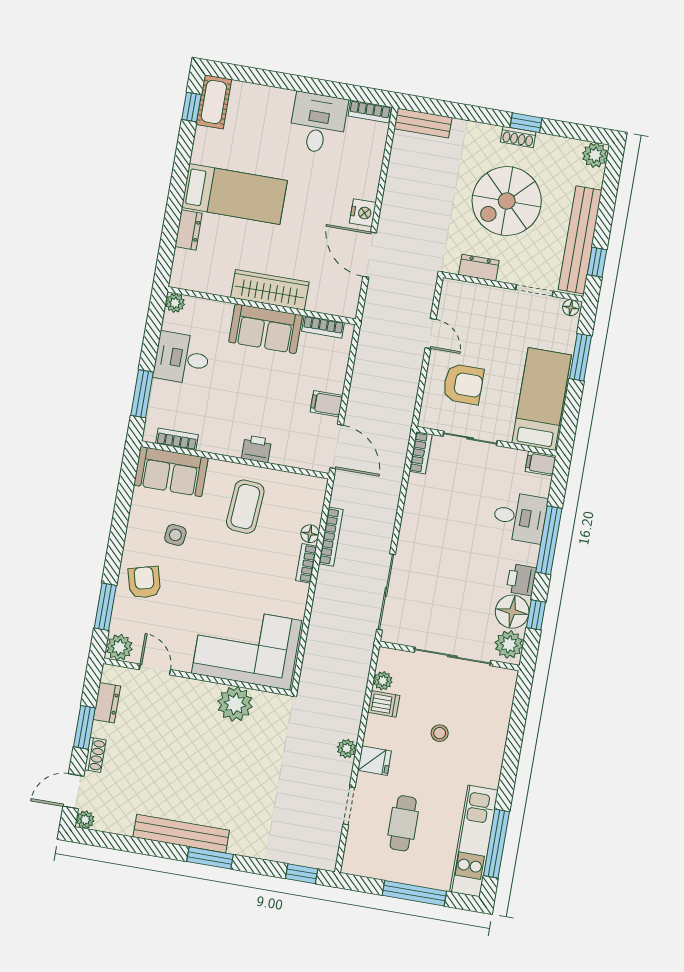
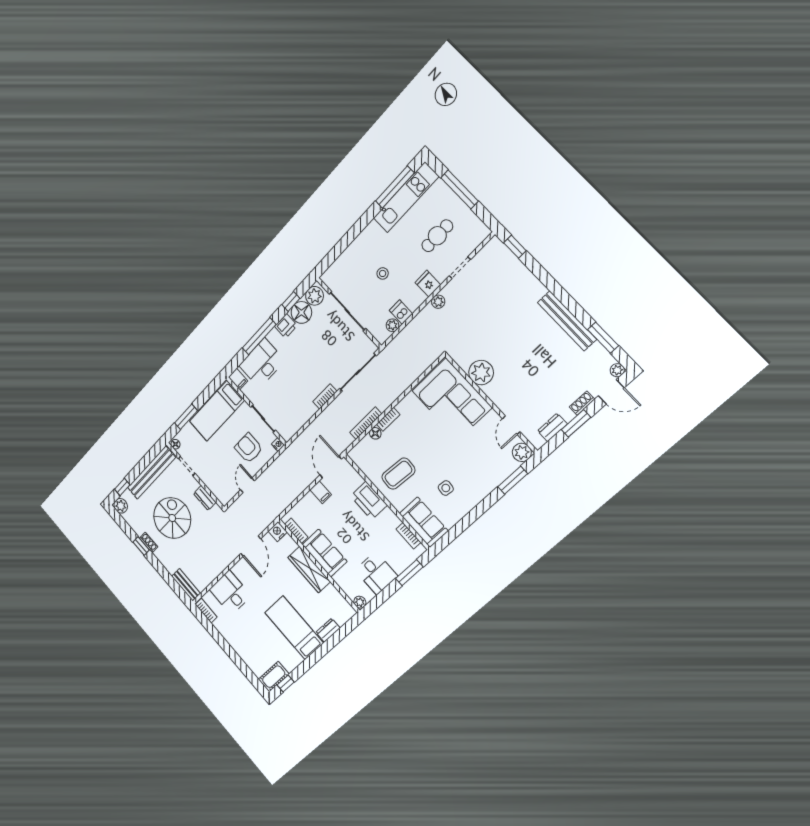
desk: (318, 123) -> (230, 593), moved, turned 90
spiral stairs: (507, 201) -> (172, 518), turned -90
nightstand: (363, 213) -> (278, 532), moved
window: (597, 262) -> (122, 487), moved
nightstand: (426, 420) -> (278, 444), added
printer: (257, 449) -> (369, 501), width x1.87, depth x1.48
bookcase: (421, 453) -> (325, 396), moved
desk: (520, 517) -> (262, 363), width x1.37
armchair: (144, 582) -> (481, 476), removed
window: (210, 858) -> (603, 338), moved

